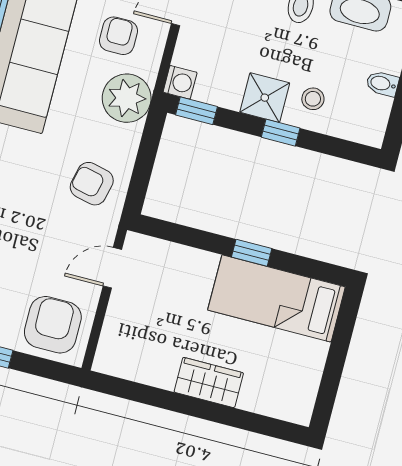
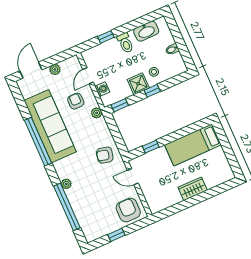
washing machine: (180, 82) -> (102, 89), moved
plant: (127, 98) -> (97, 113), width x0.53, depth x0.53
window: (252, 253) -> (151, 147), moved
door: (112, 268) -> (133, 177), hinge flipped

